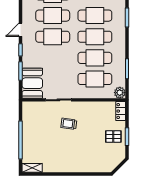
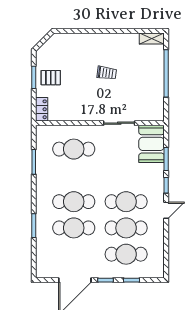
cafe table: (95, 58) -> (74, 175), removed
plant: (120, 93) -> (43, 132), removed
trolley: (69, 124) -> (107, 73), moved

